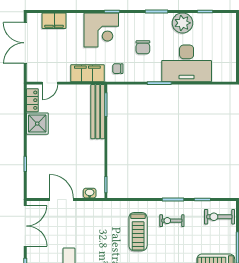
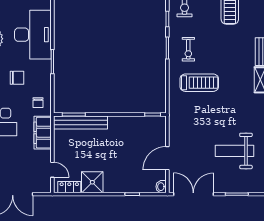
washbasin: (90, 193) -> (161, 187), moved

